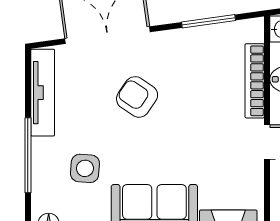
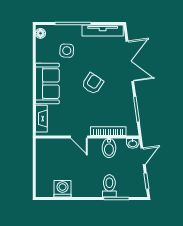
armchair: (137, 97) -> (93, 84), moved

